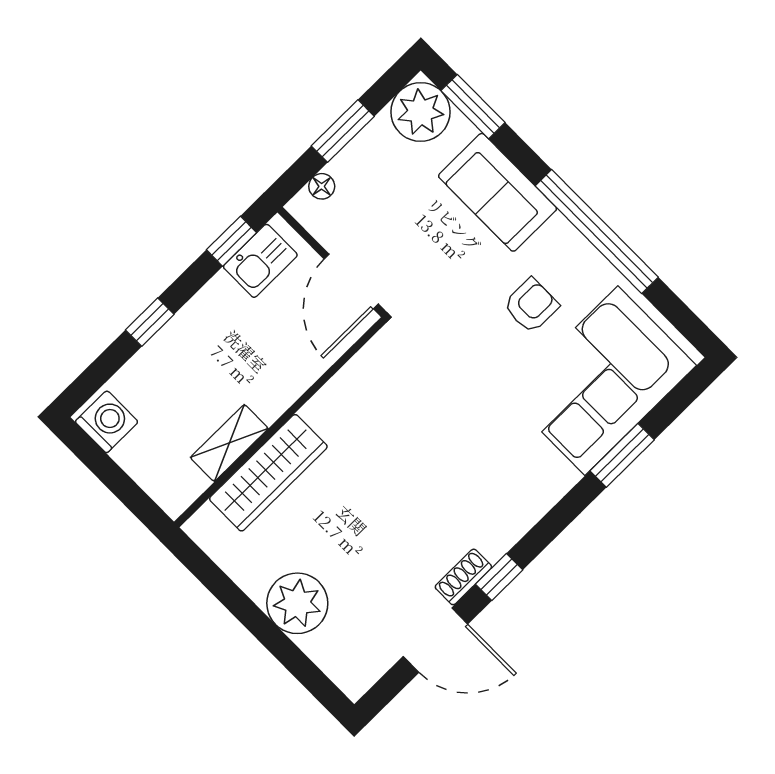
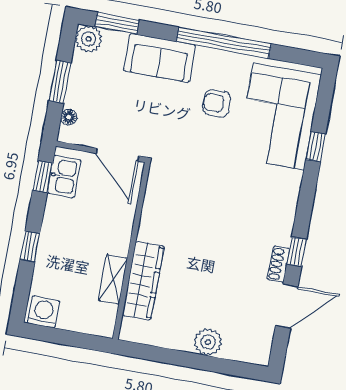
plant: (420, 112) -> (89, 39), width x0.73, depth x0.73
armchair: (531, 306) -> (217, 103), turned -90
window: (622, 455) -> (316, 147), width x0.67
plant: (297, 603) -> (208, 342), width x0.73, depth x0.73

